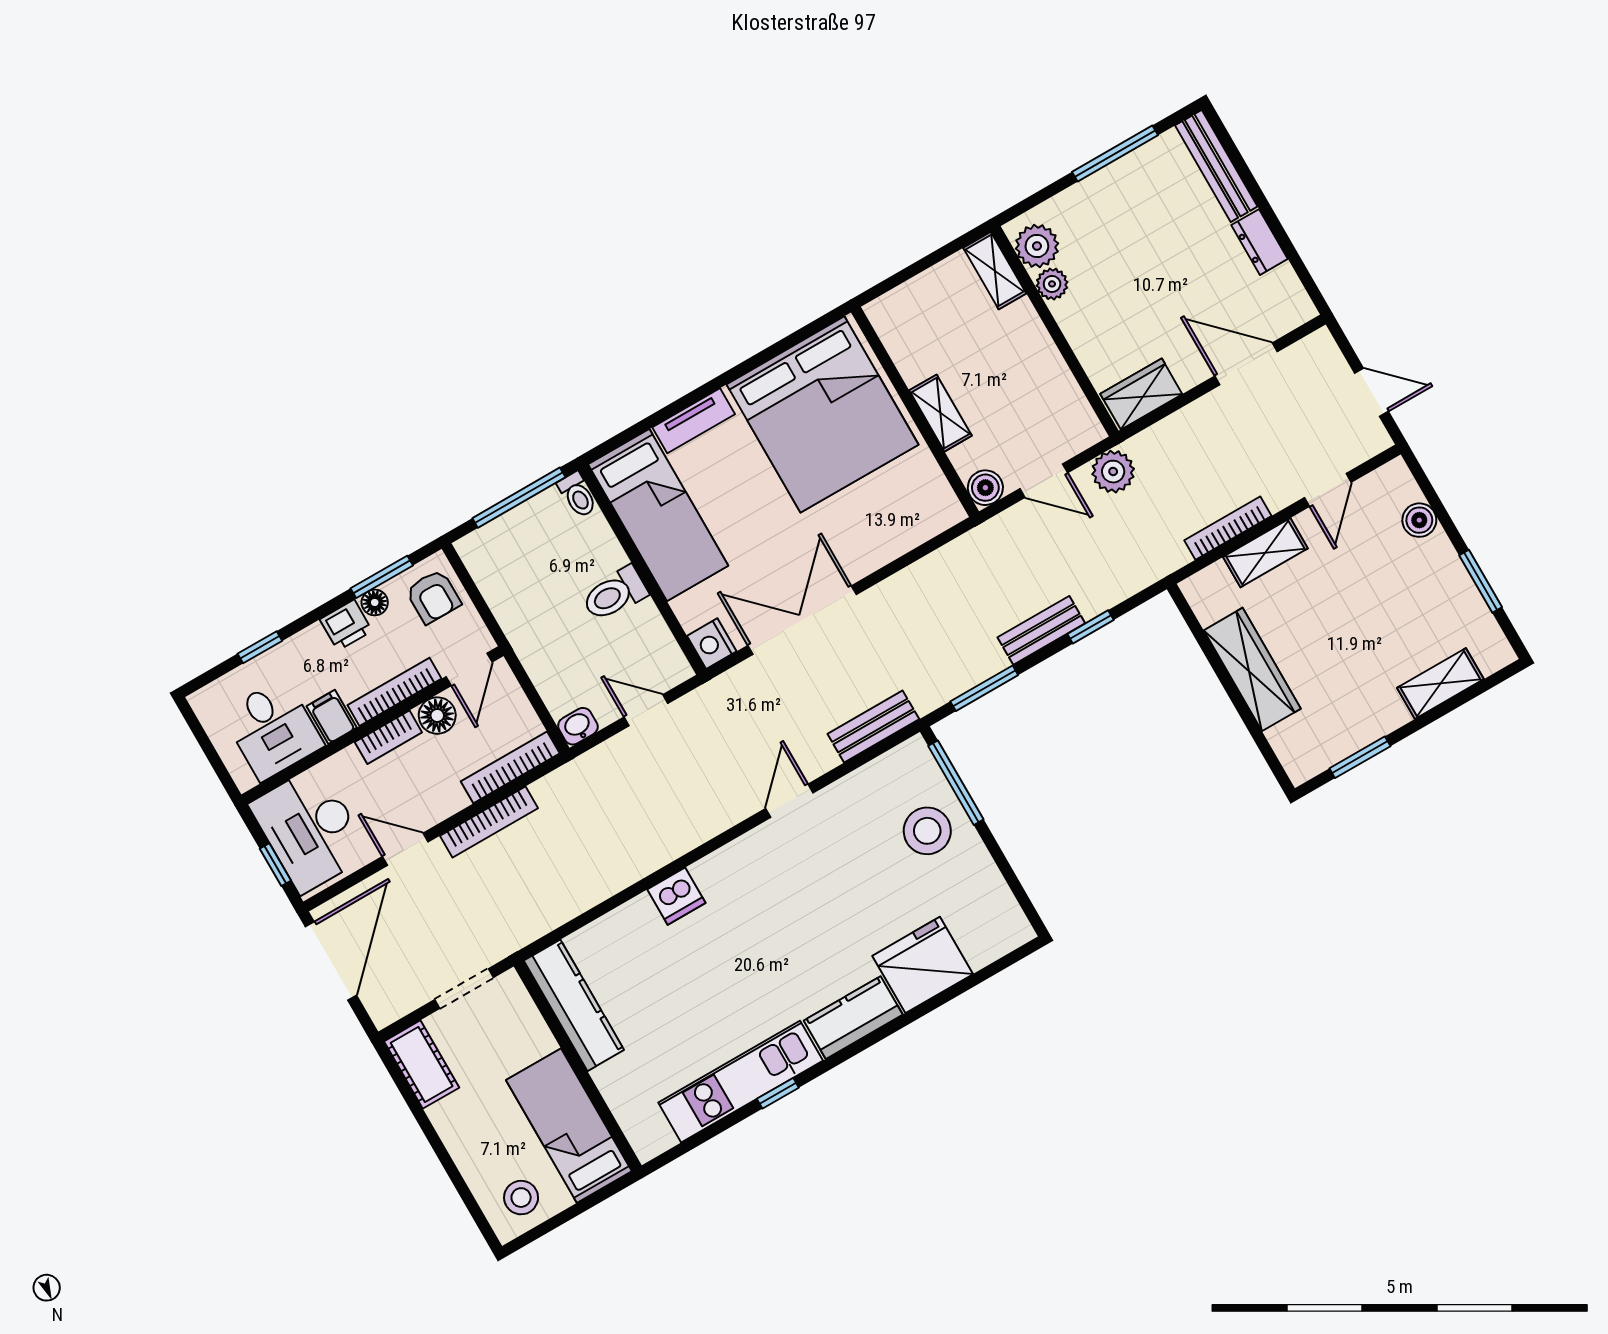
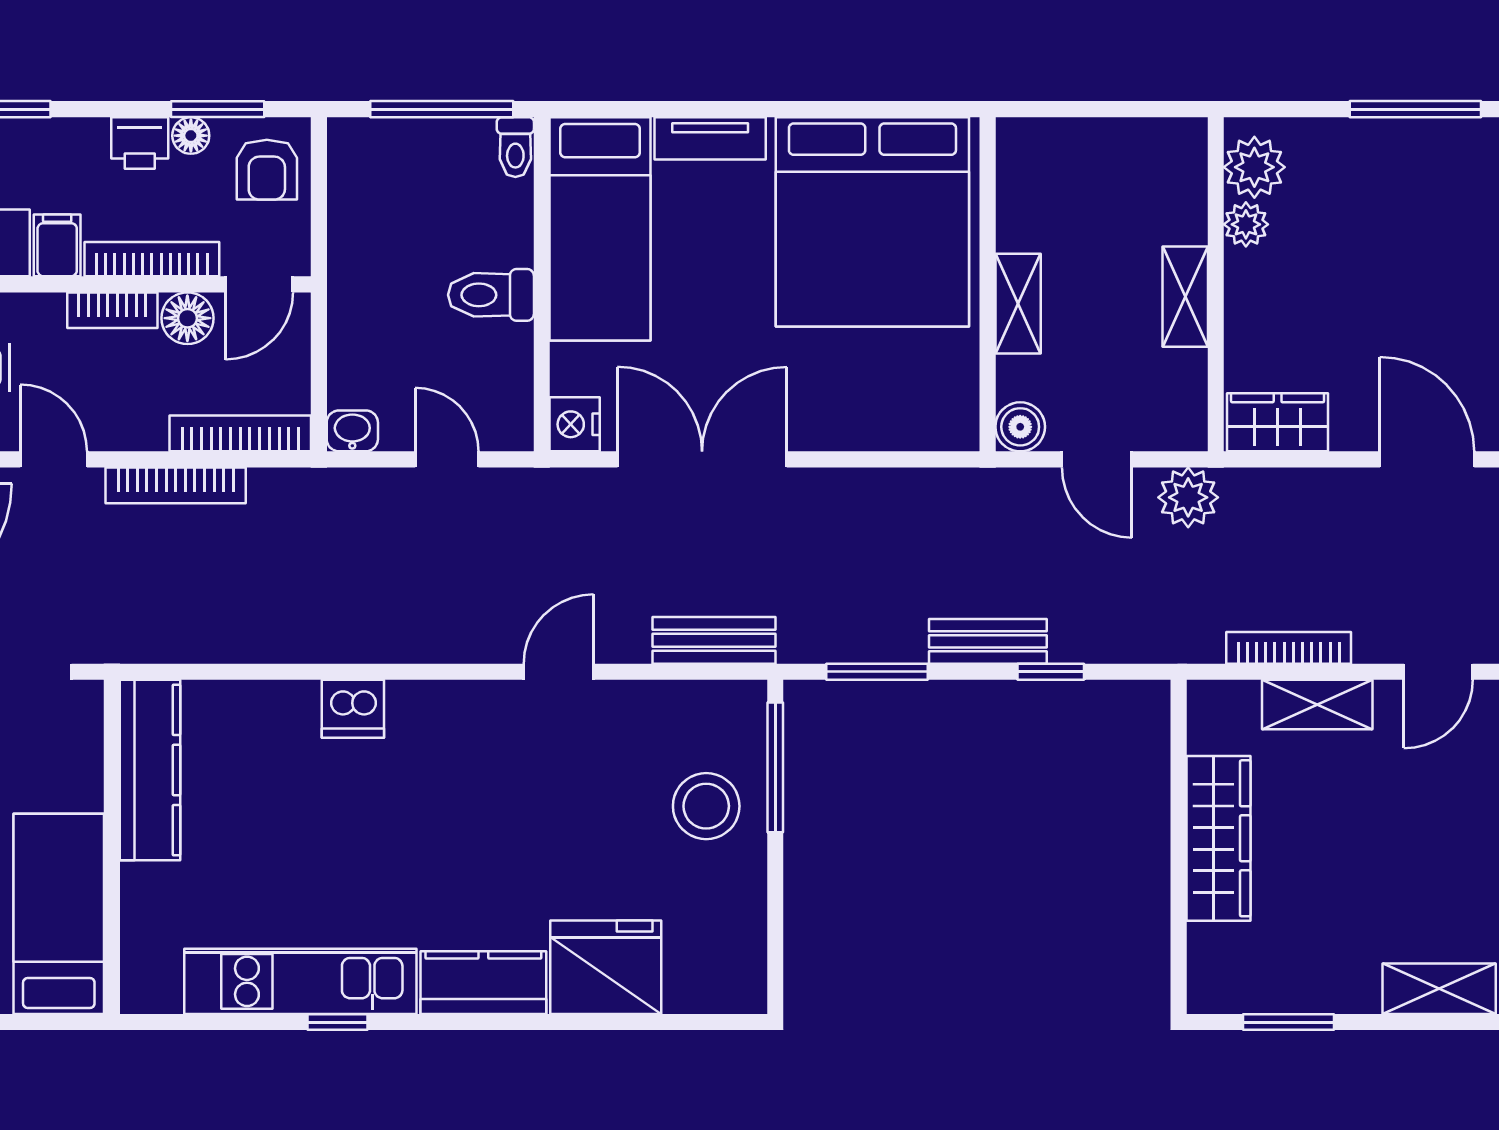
shelving: (995, 271) -> (1185, 297), moved

